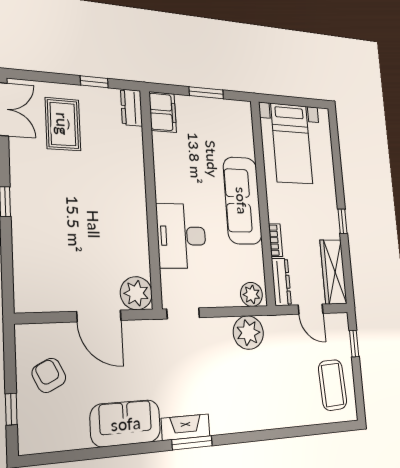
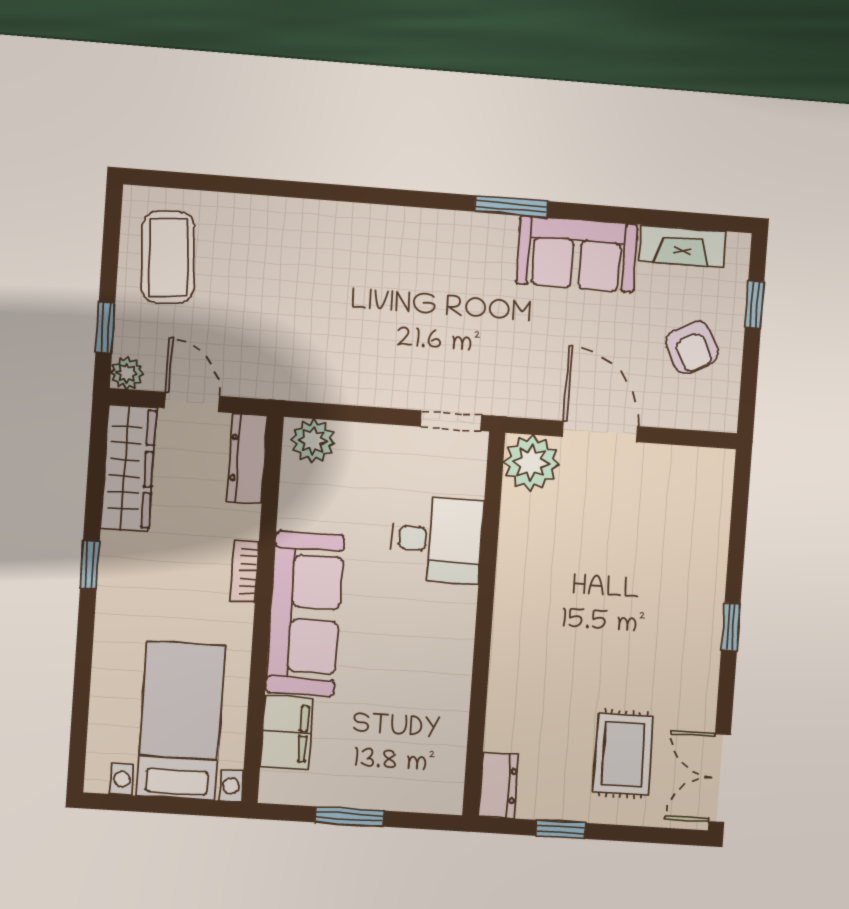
filing cabinet: (163, 112) -> (287, 733), moved, turned 180
desk: (181, 236) -> (437, 540), width x0.73
bookcase: (276, 240) -> (245, 571), moved
plant: (248, 333) -> (127, 373), moved, width x0.53, depth x0.53
fireplace: (186, 427) -> (682, 246), moved
window: (192, 443) -> (511, 206), moved

